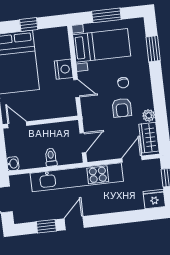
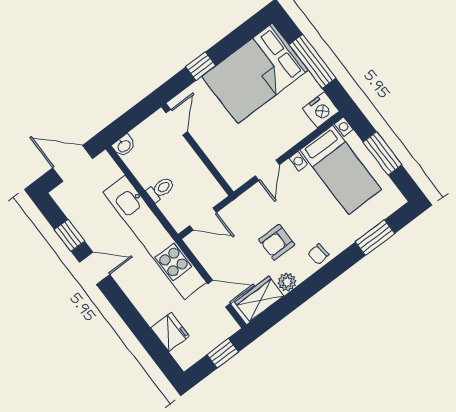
window: (29, 24) -> (313, 61), width x2.17
nightstand: (64, 69) -> (321, 110), moved
chair: (123, 83) -> (318, 254), moved
fridge: (154, 199) -> (170, 332), moved

